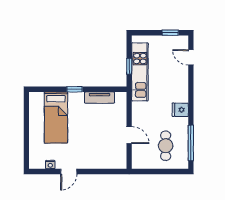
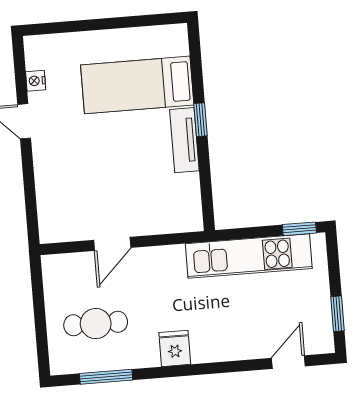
window: (129, 66) -> (299, 229), moved
tv unit: (99, 97) -> (184, 140), moved
window: (191, 143) -> (106, 377), width x0.69

